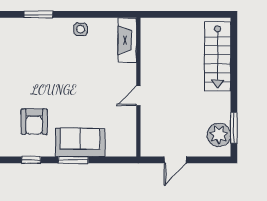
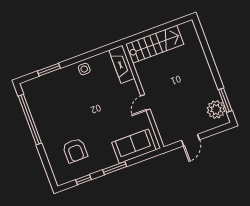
stairs: (218, 56) -> (155, 44), moved, turned -90
sofa: (80, 142) -> (134, 146), moved

